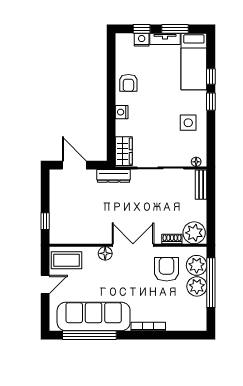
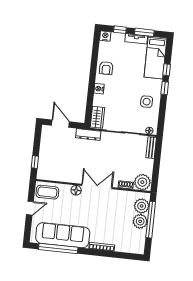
nightstand: (142, 40) -> (105, 36), moved
armchair: (167, 269) -> (119, 206), removed

